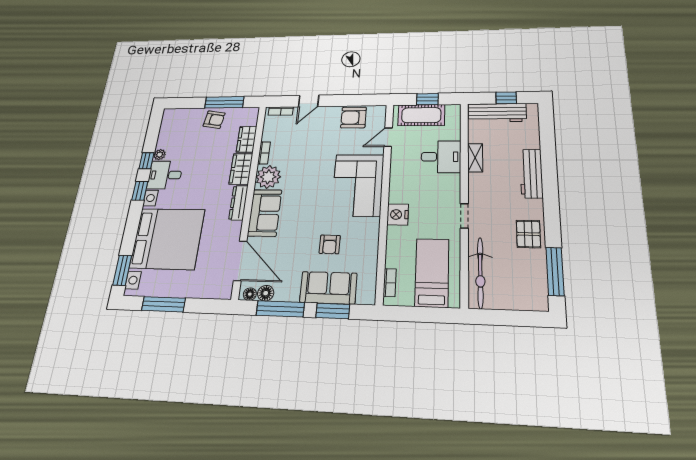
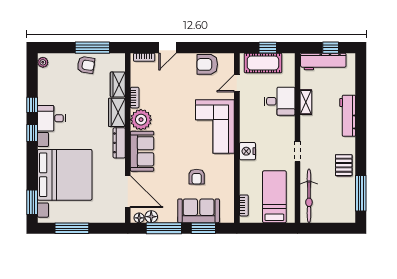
plant: (160, 155) -> (43, 62), moved

